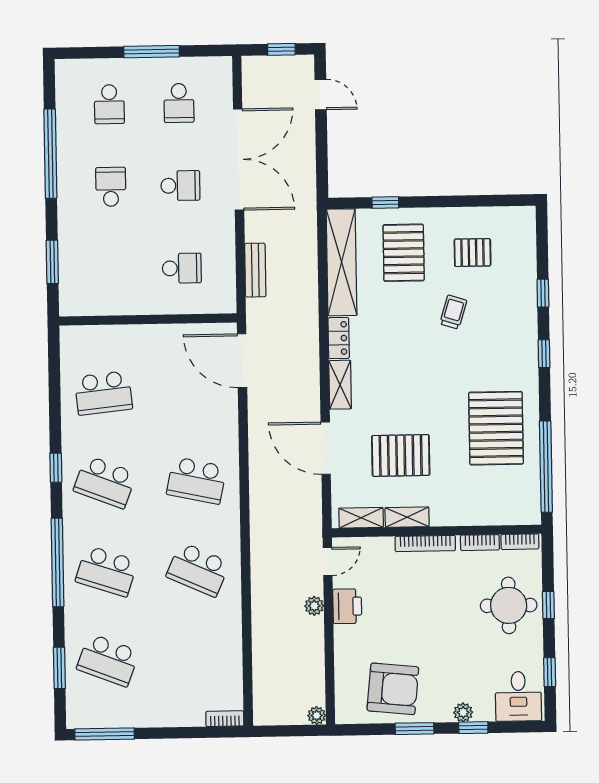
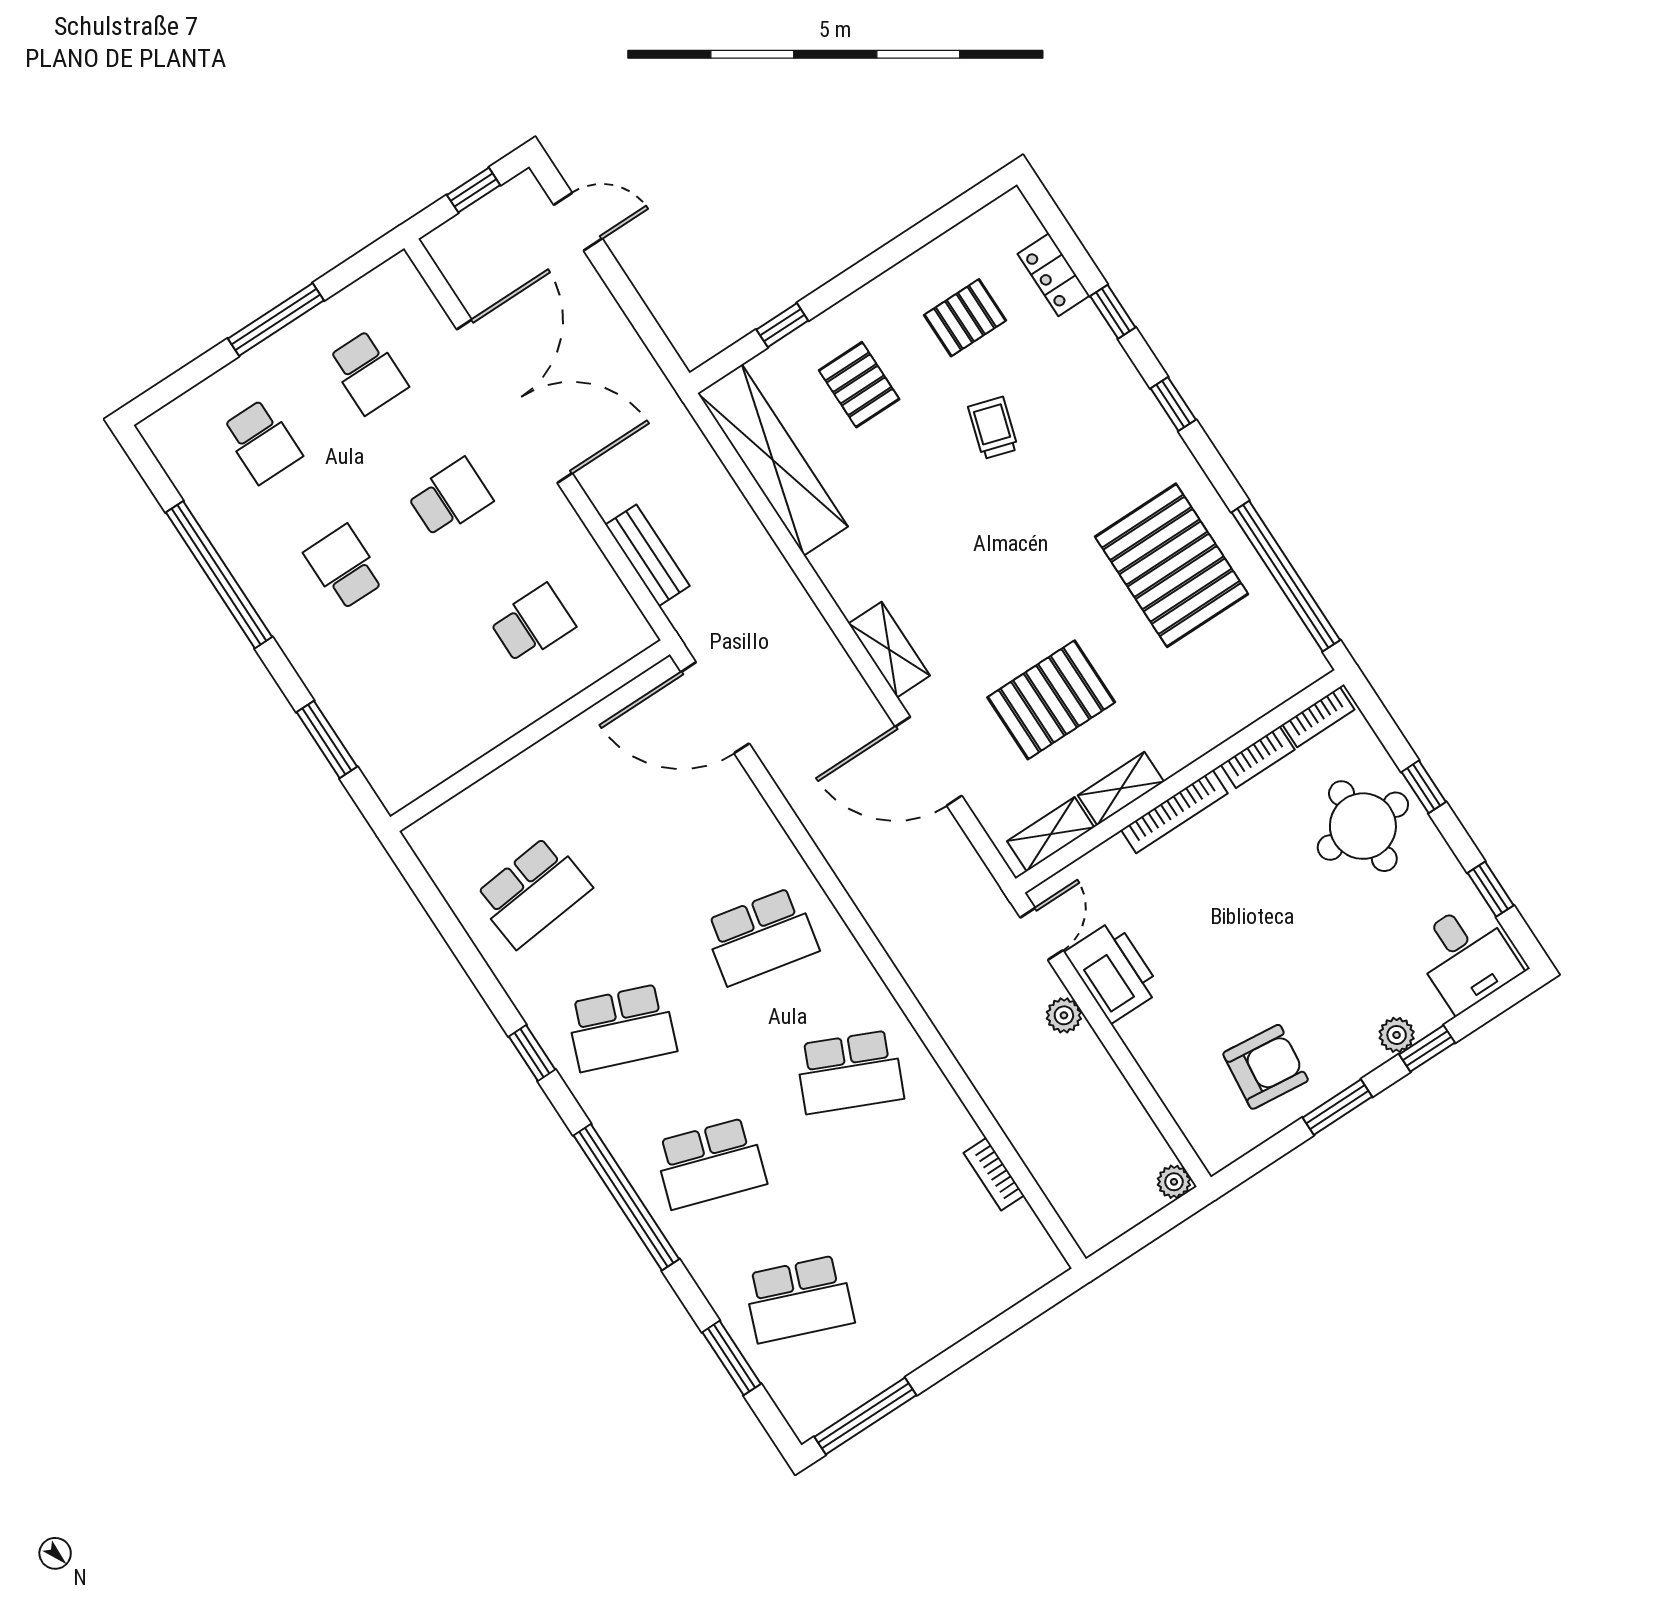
pallet: (404, 253) -> (859, 385), width x0.67, depth x0.71
locker: (339, 338) -> (1054, 275), moved, turned 180
printer: (347, 606) -> (1113, 971), width x1.37, depth x1.19
armchair: (393, 689) -> (1266, 1067), width x0.73, depth x0.73
bookcase: (225, 719) -> (994, 1174), moved, turned -90

